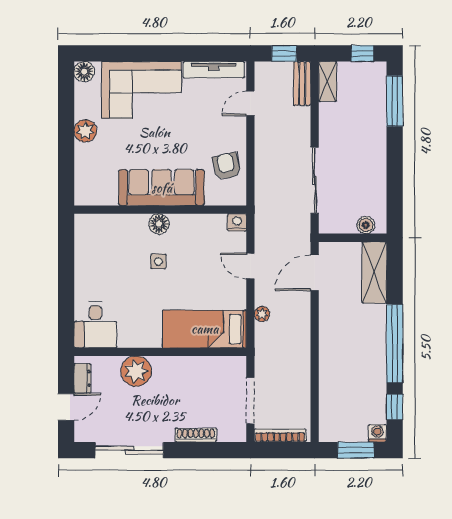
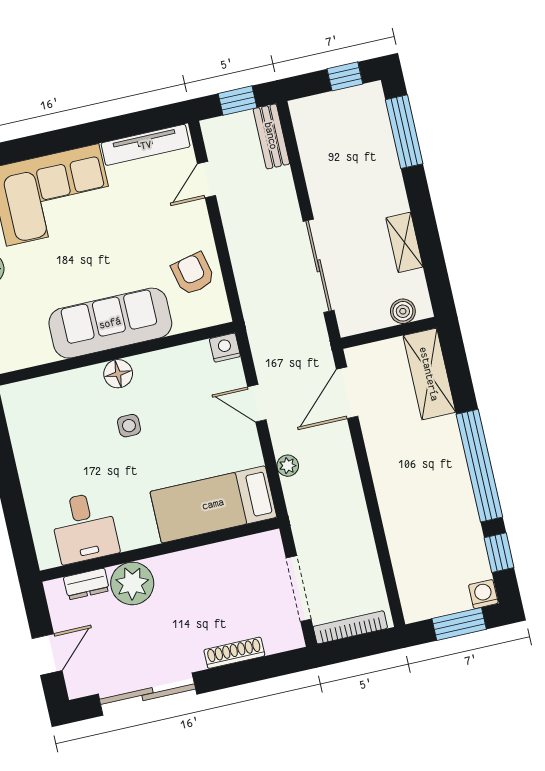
shelving: (328, 82) -> (404, 242), moved
desk: (95, 325) -> (84, 528), moved
dresser: (83, 378) -> (86, 584), moved, turned 90

